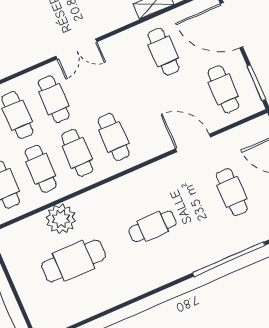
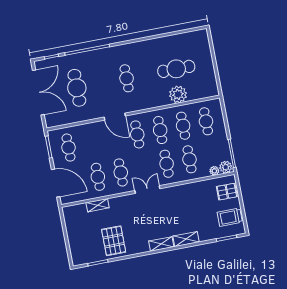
cafe table: (127, 67) -> (121, 172), added
door: (193, 143) -> (115, 117), moved
cafe table: (232, 192) -> (77, 88), width x1.37, depth x1.35
cafe table: (153, 226) -> (127, 78), turned 90

